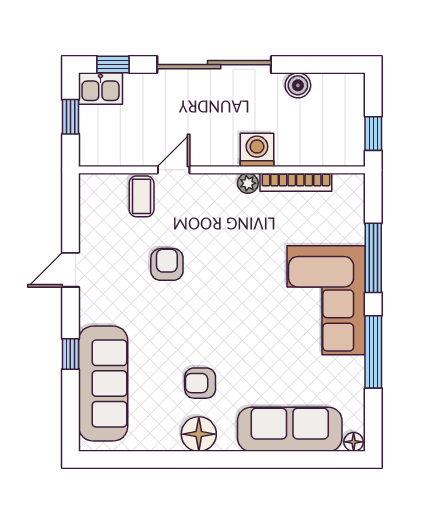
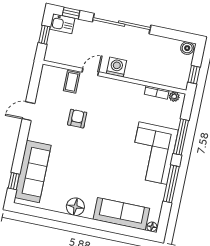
boiler: (298, 85) -> (187, 48), moved
washing machine: (257, 150) -> (116, 67), moved
bookcase: (296, 182) -> (157, 92), width x0.64
plant: (248, 183) -> (174, 96), moved
window: (70, 354) -> (14, 181), moved
armchair: (200, 383) -> (81, 181), removed

